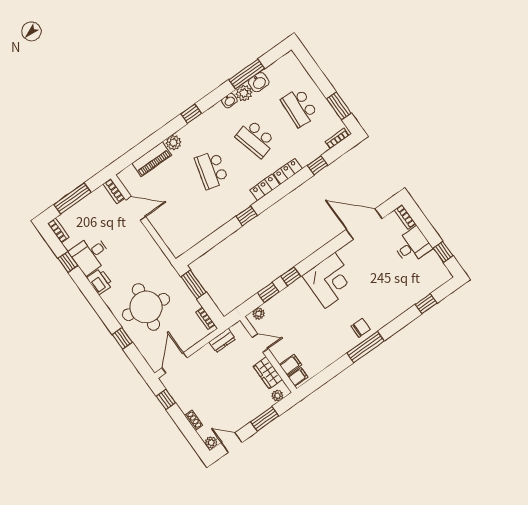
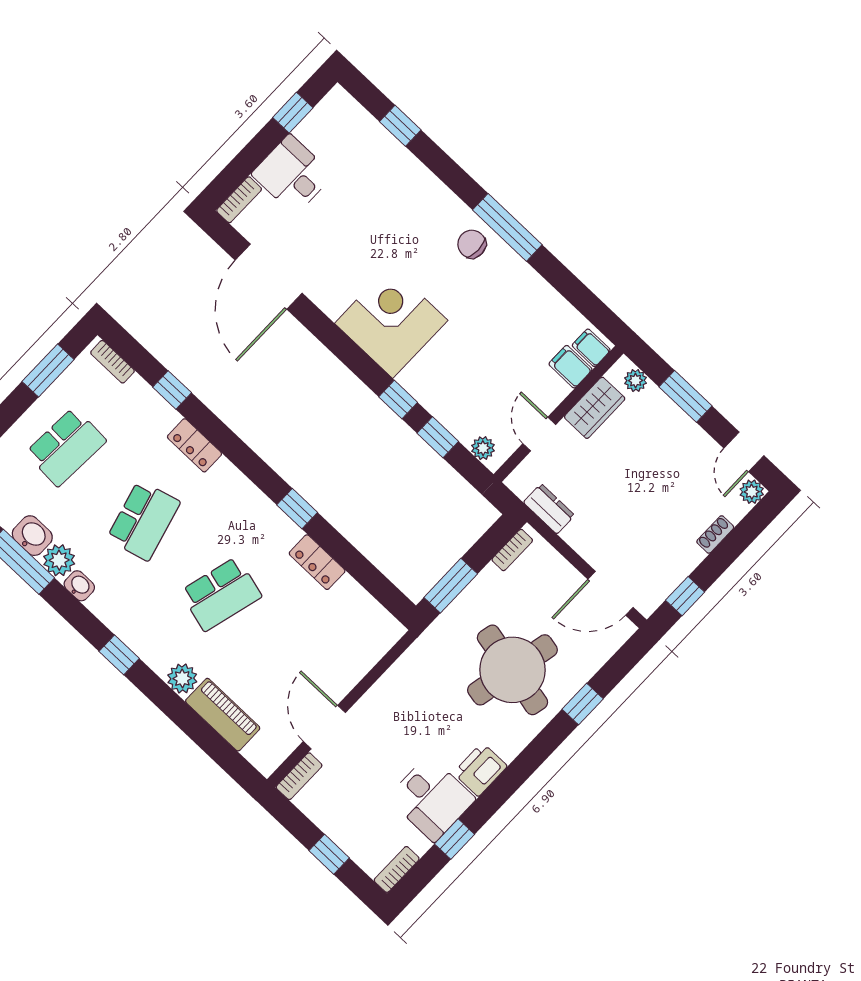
locker: (265, 187) -> (317, 562), moved
window: (72, 198) -> (329, 854), width x0.46

